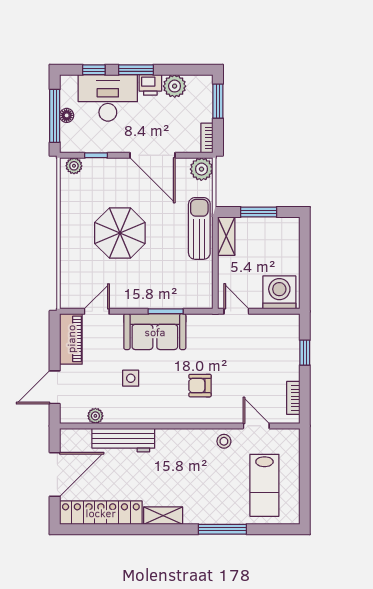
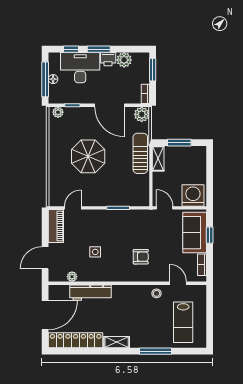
sofa: (155, 332) -> (195, 233), moved, turned 90
armchair: (200, 386) -> (141, 257), turned 180

